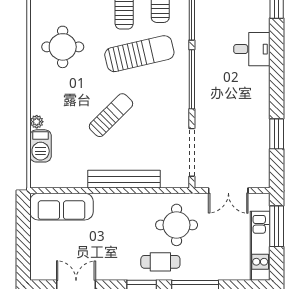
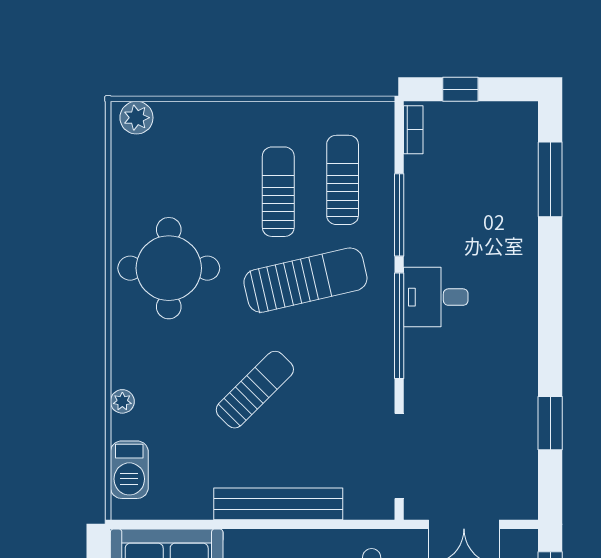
round table: (63, 47) -> (169, 268), width x1.36, depth x1.36
desk: (252, 49) -> (436, 297), moved, turned 180
barbecue: (41, 146) -> (129, 470), moved

